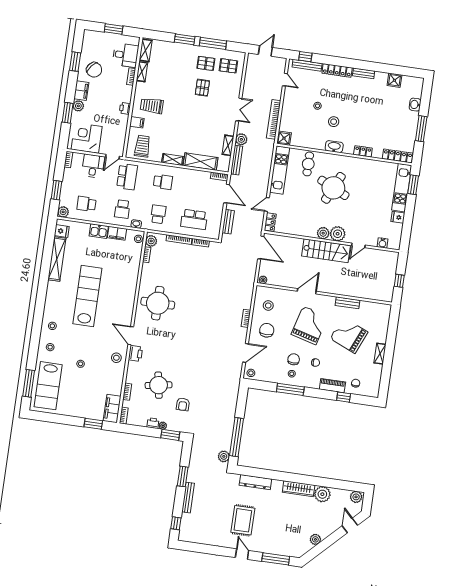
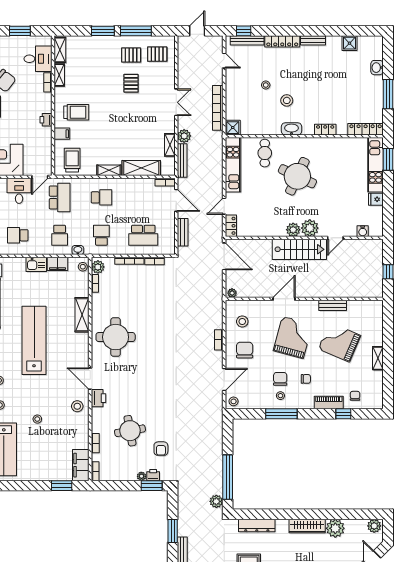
trolley: (152, 106) -> (76, 112), turned 180
shelving: (132, 280) -> (82, 315), added
printer: (153, 423) -> (153, 475), moved

